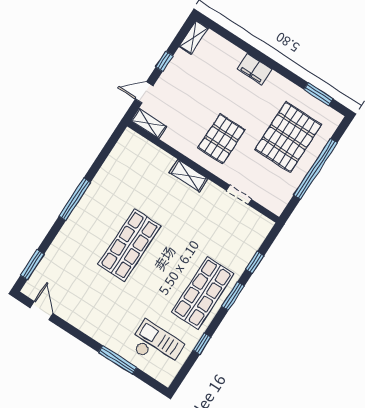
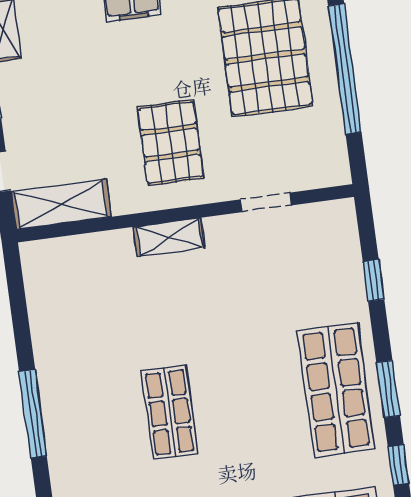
shelving: (149, 123) -> (61, 204), width x1.50, depth x1.33
shop shelf: (129, 245) -> (170, 412), width x0.70, depth x0.74
window: (233, 296) -> (388, 389), moved

